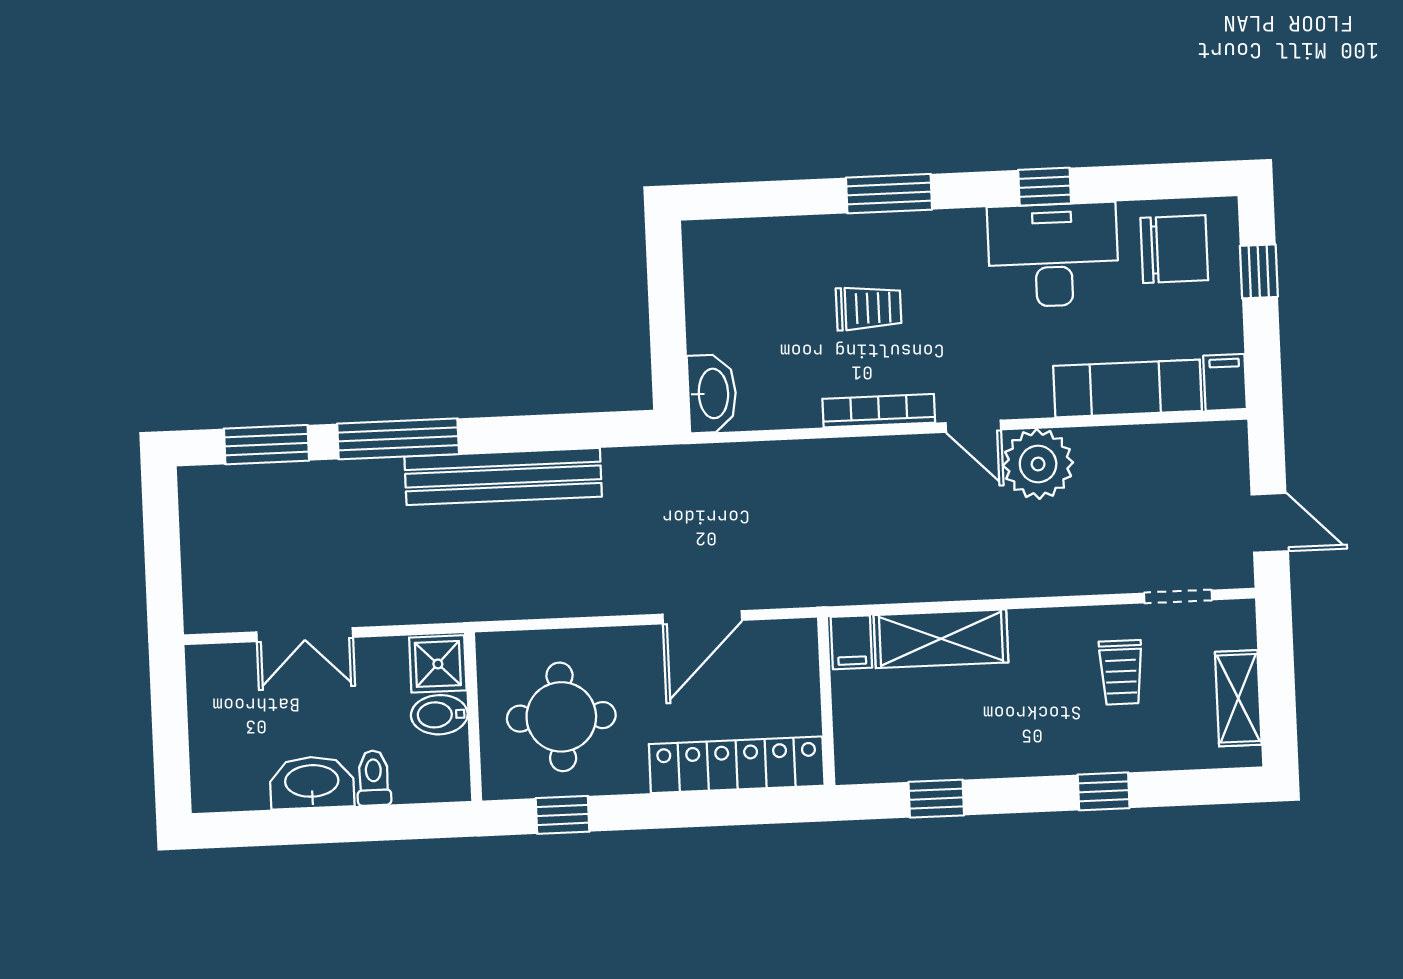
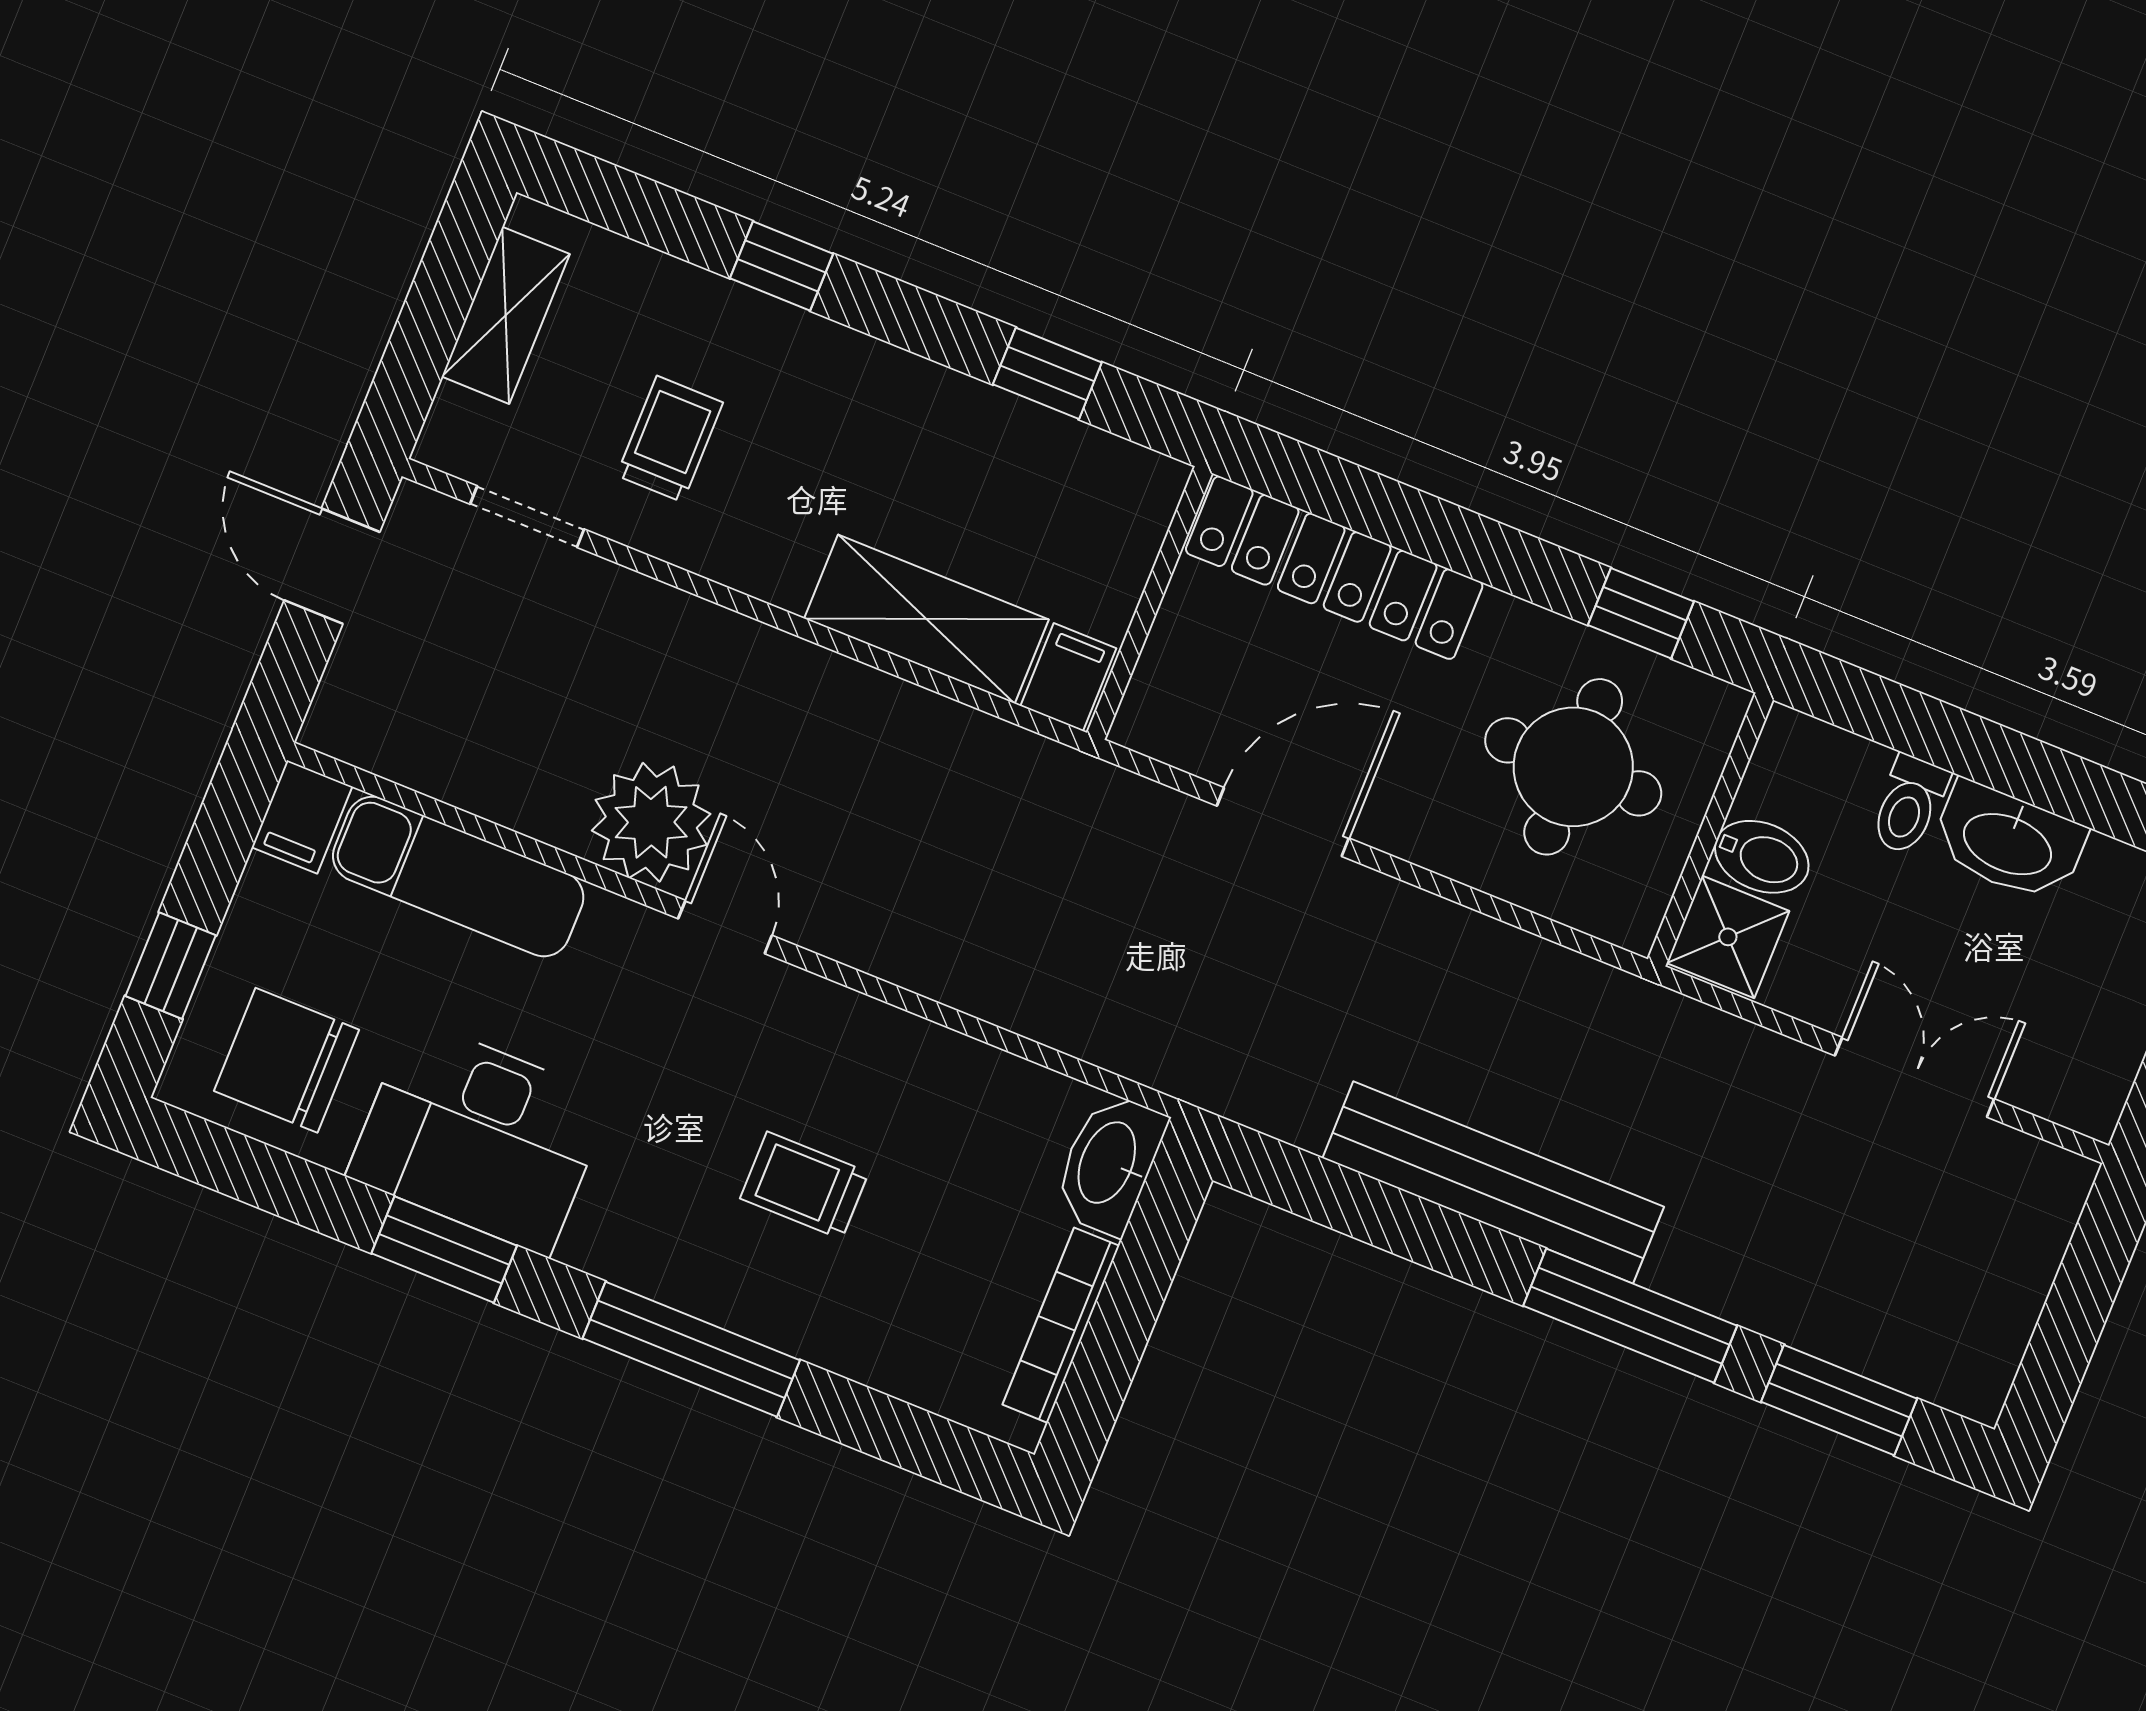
window: (1045, 187) -> (444, 1249), width x1.50
window: (889, 194) -> (691, 1349), width x1.44
bookcase: (879, 411) -> (1061, 1325), moved, turned 90

